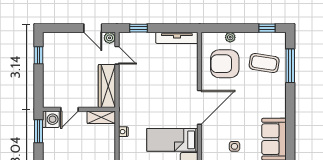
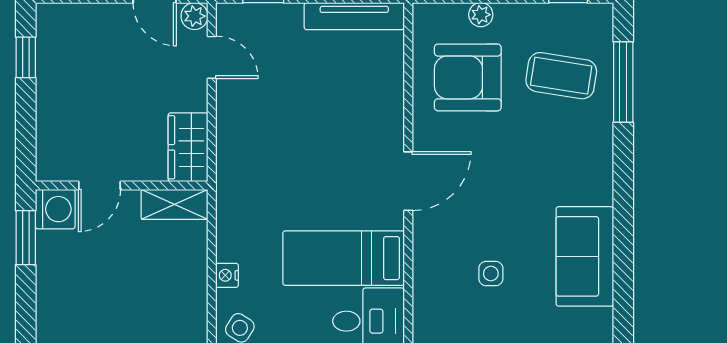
wardrobe: (107, 86) -> (188, 147), width x0.67
door: (200, 107) -> (408, 181), width x0.73
nightstand: (123, 132) -> (227, 275), moved

